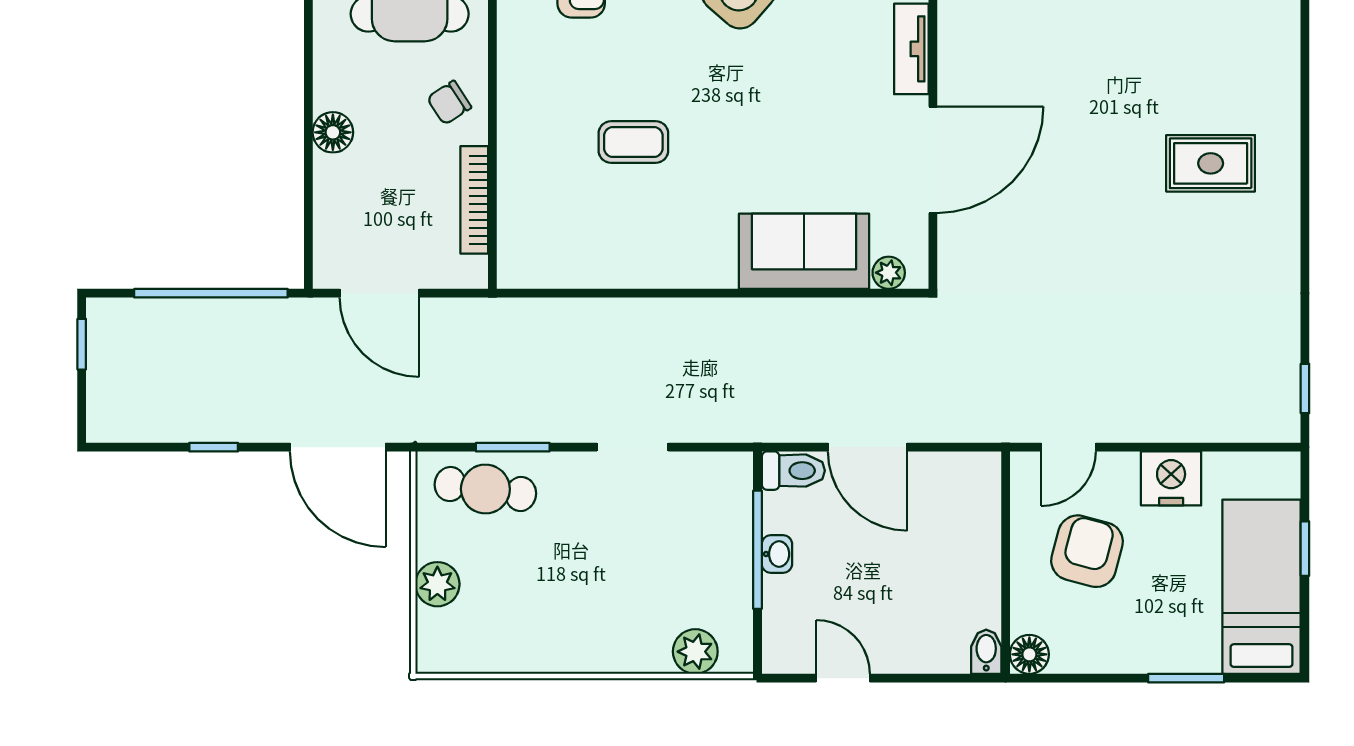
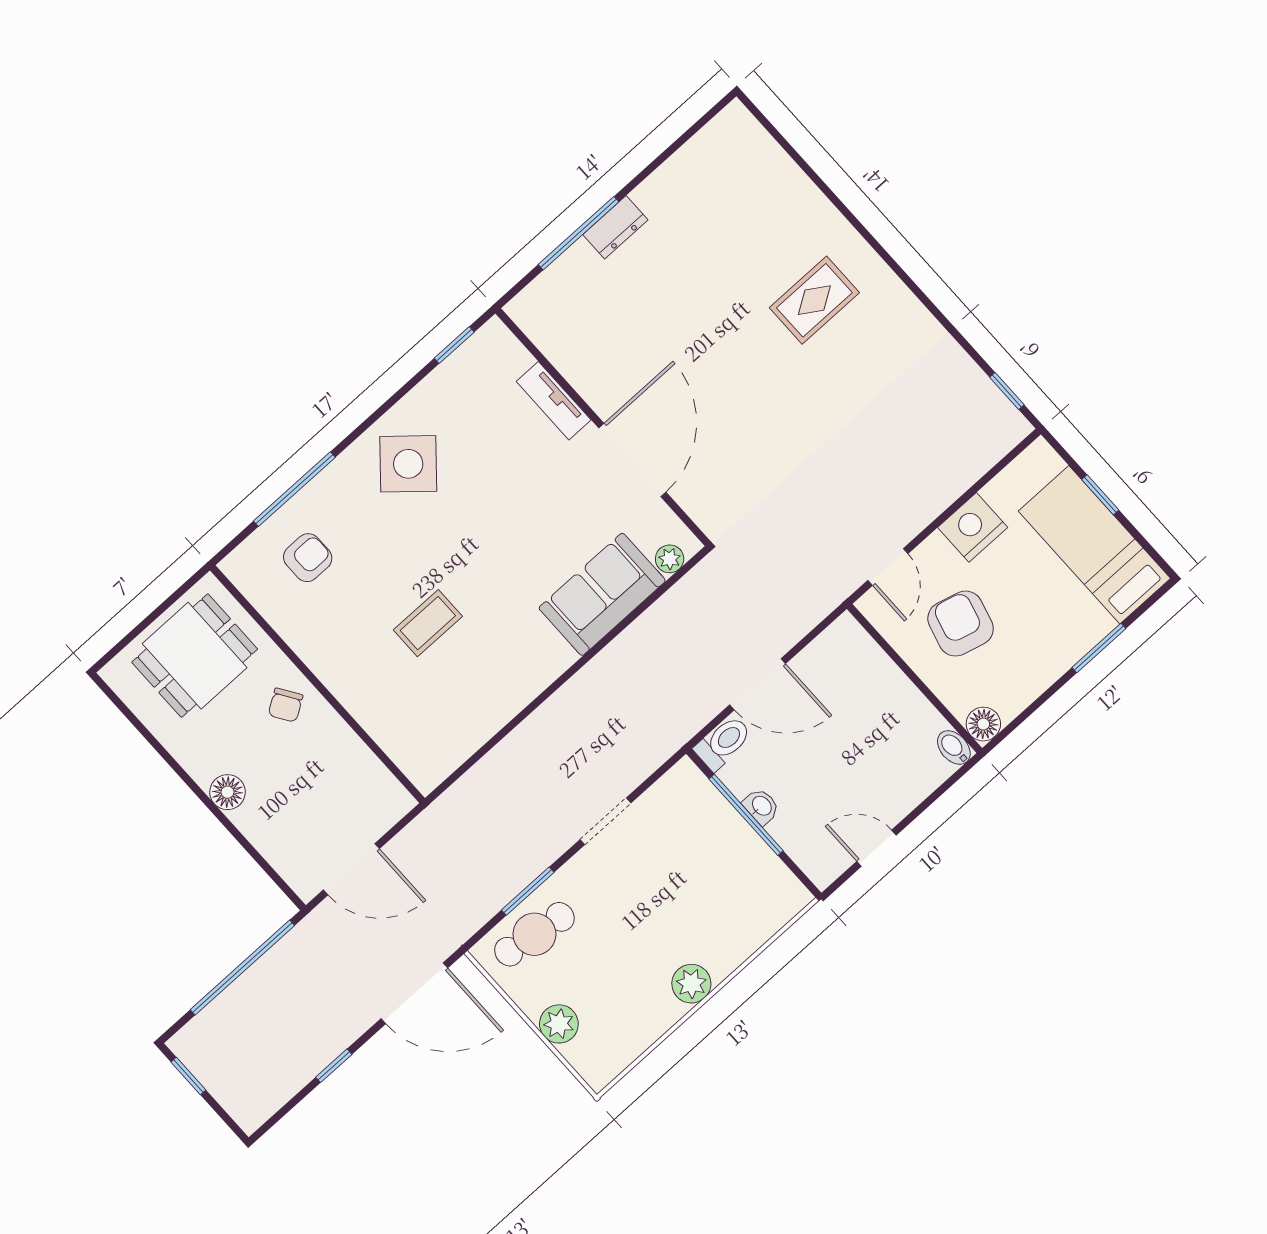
bookcase: (474, 200) -> (359, 753), removed
plant: (695, 652) -> (691, 984), moved

